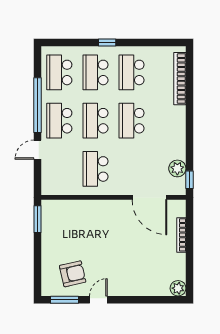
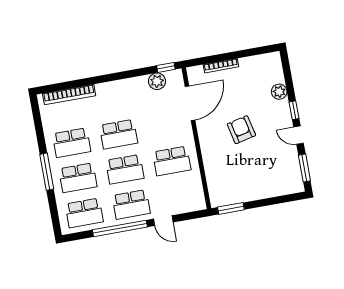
window: (107, 43) -> (47, 172), width x2.17
armchair: (73, 274) -> (241, 130), moved
plant: (178, 288) -> (279, 92), moved
window: (124, 300) -> (294, 110), added

